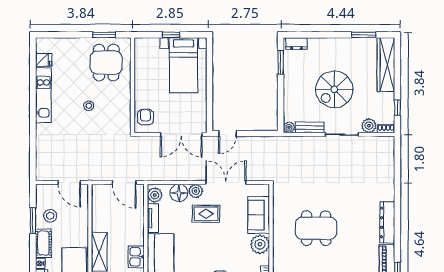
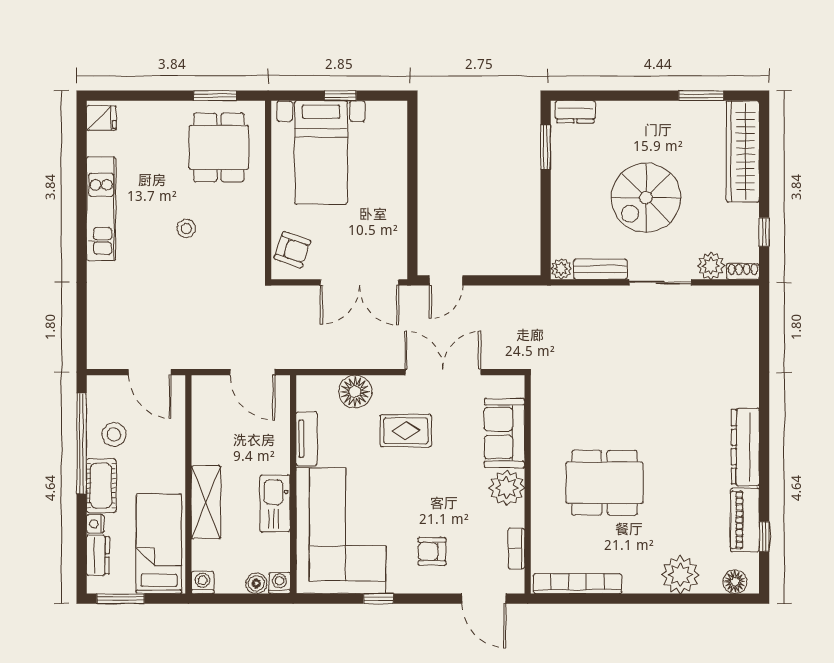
fridge: (43, 60) -> (101, 118), moved
bed with nightstands: (183, 65) -> (321, 153), moved
armchair: (145, 117) -> (292, 250), turned 109
plant: (196, 191) -> (386, 388), removed
plant: (155, 195) -> (310, 396), removed
window: (33, 221) -> (82, 444), width x2.11
dining table: (316, 228) -> (604, 483), moved
kitchen sink: (136, 257) -> (275, 503), width x1.38

